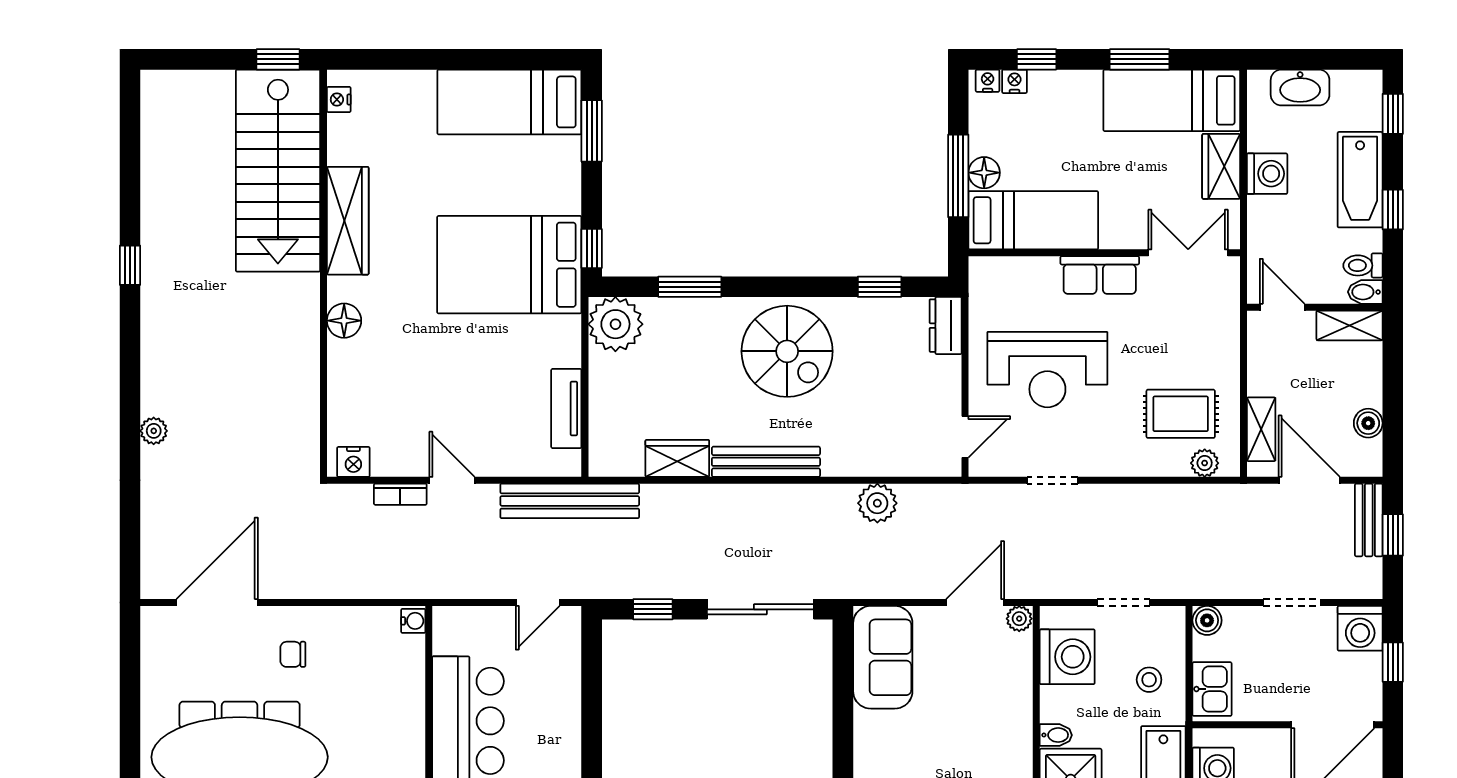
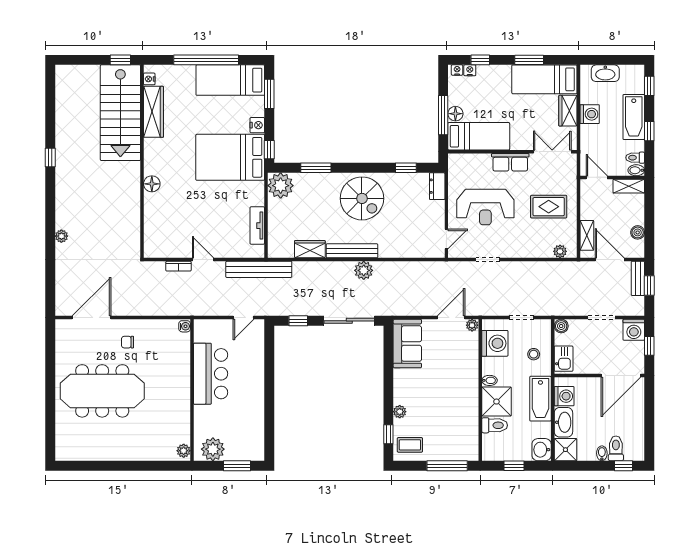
window: (459, 59) -> (206, 60), added
wardrobe: (348, 221) -> (154, 112), moved
rug: (1181, 414) -> (549, 207), moved
nightstand: (353, 462) -> (257, 125), moved, turned -90
plant: (877, 503) -> (364, 270), moved

